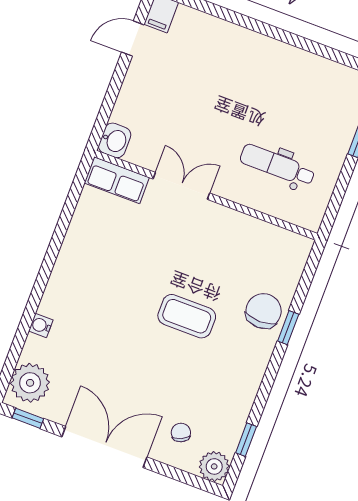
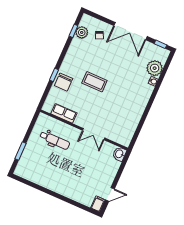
row of seats: (117, 180) -> (64, 113), moved
plant: (30, 383) -> (155, 68), moved
plant: (214, 466) -> (82, 32), moved

